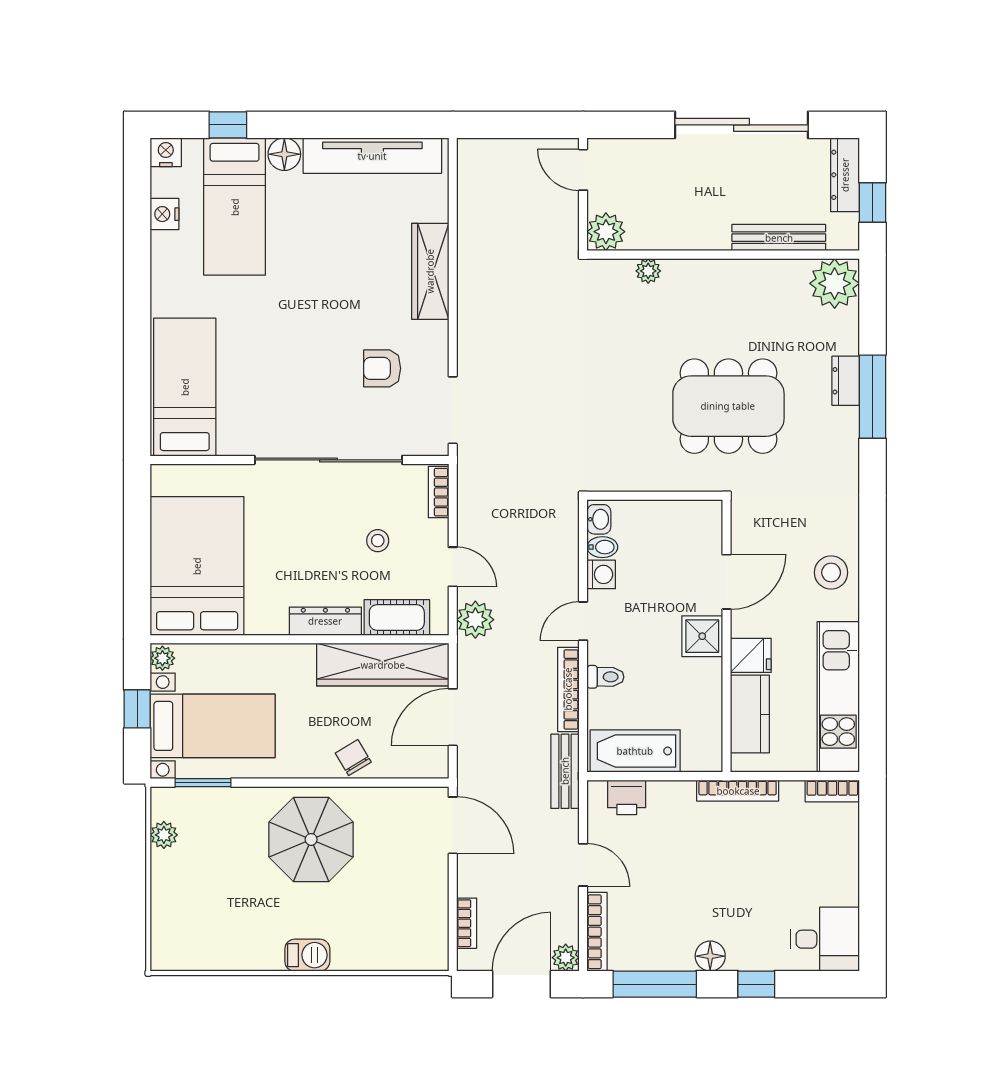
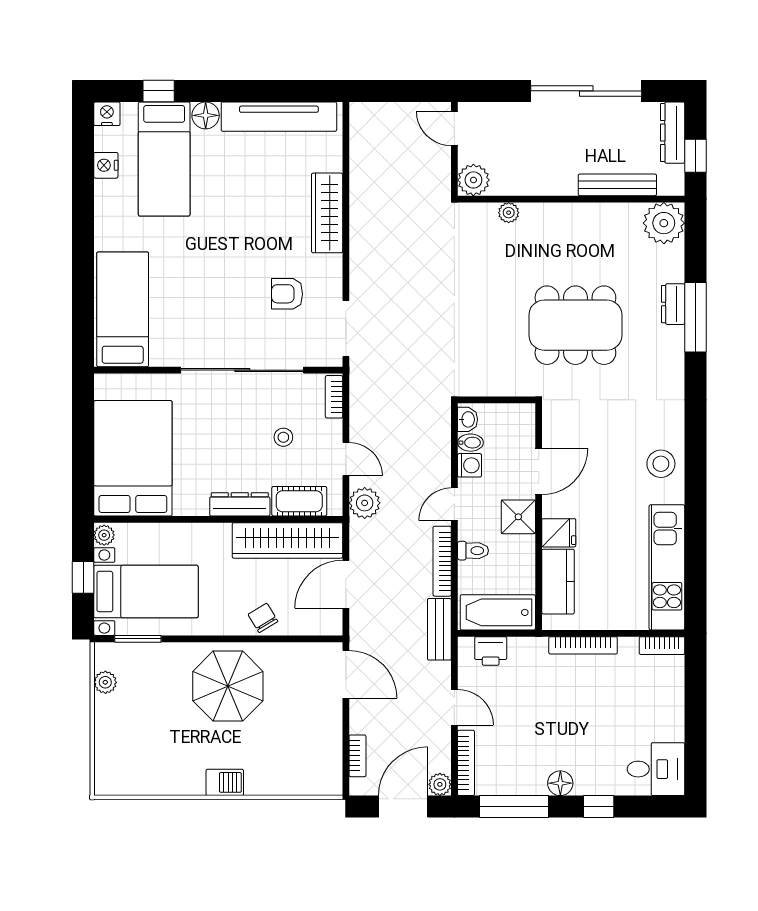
door: (726, 582) -> (539, 472), moved
shower: (702, 636) -> (518, 517), moved
wall: (726, 636) -> (539, 517), moved
fridge: (751, 655) -> (559, 533), moved
kitchen counter: (750, 714) -> (558, 582), moved

